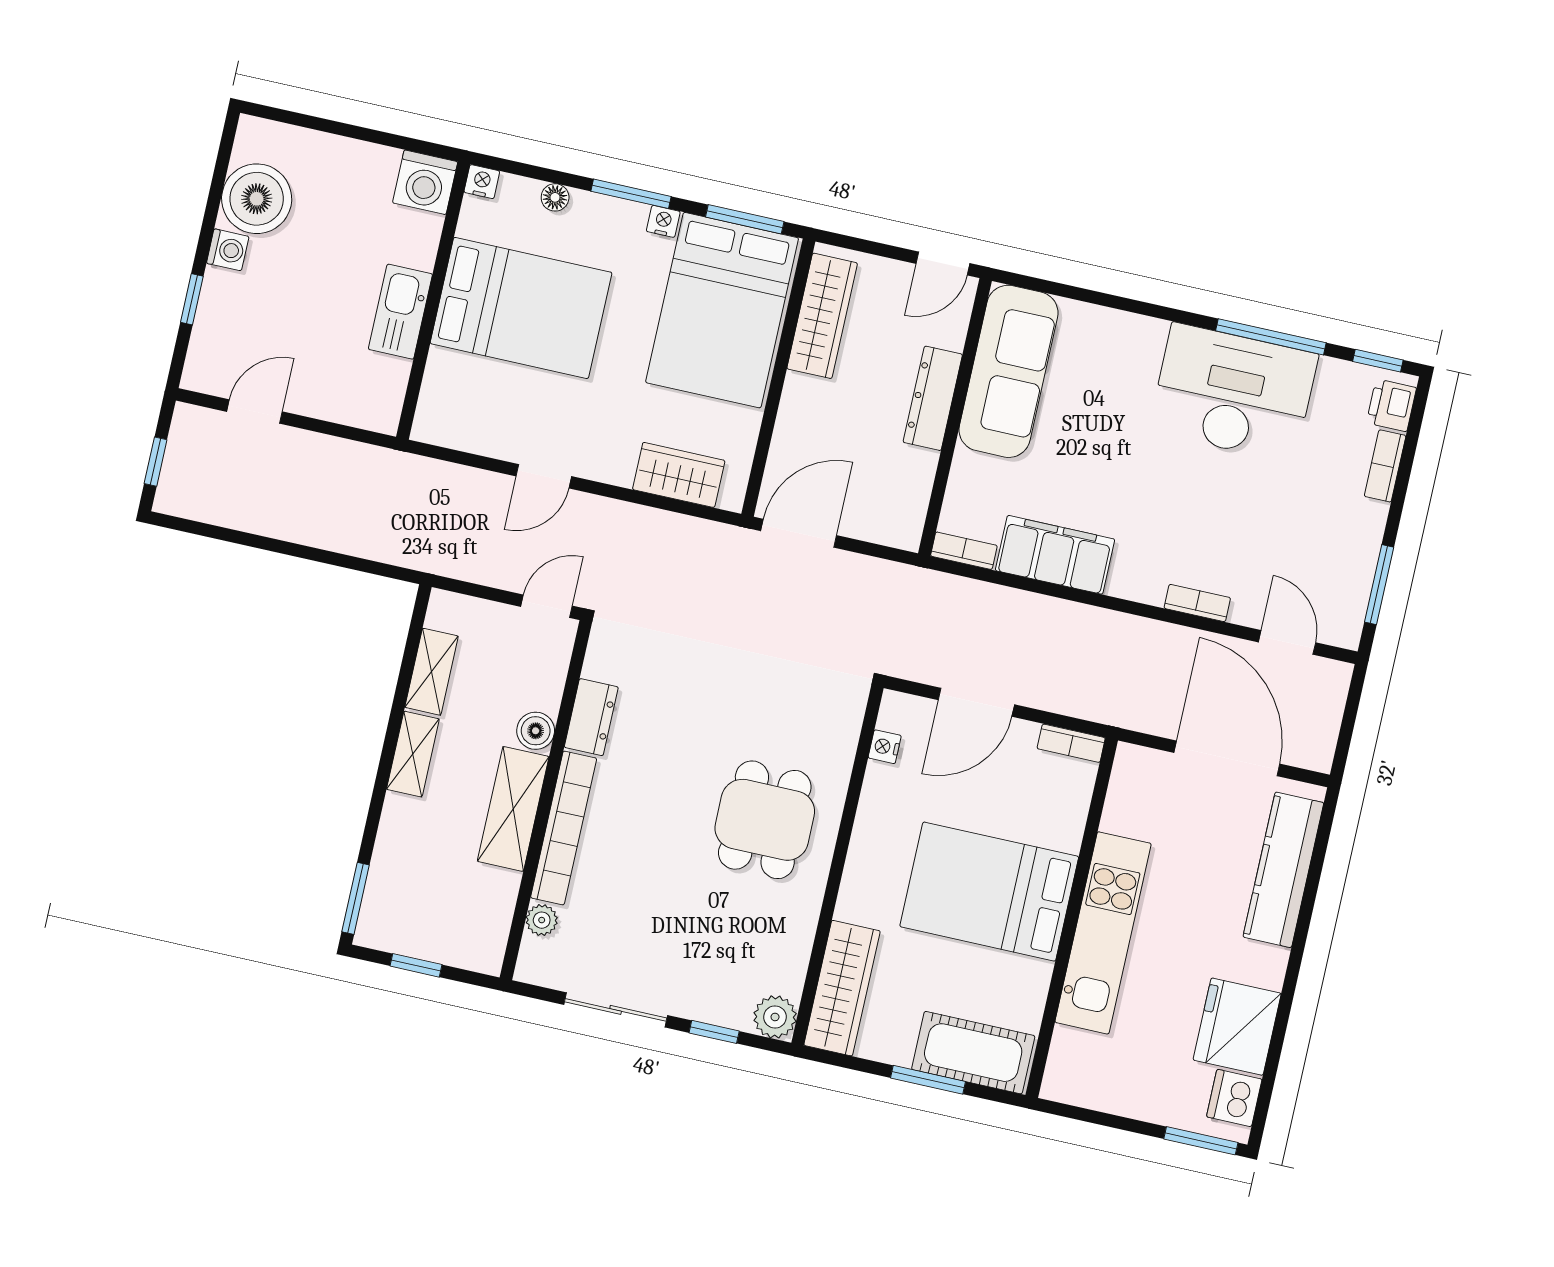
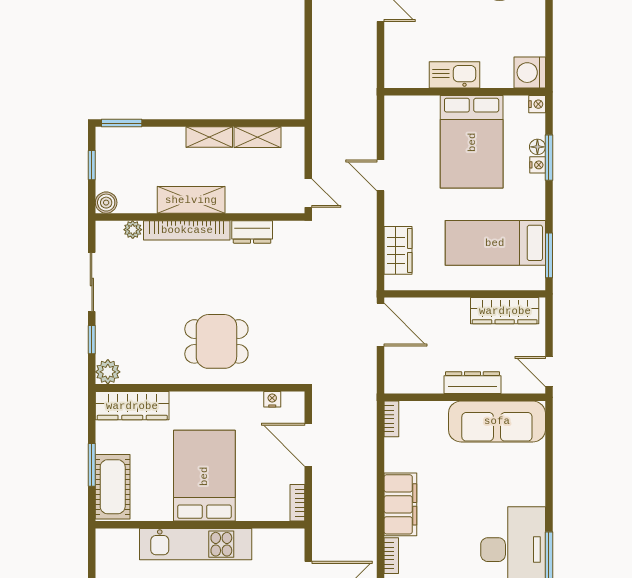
window: (631, 194) -> (549, 158), moved
nightstand: (663, 221) -> (538, 165), moved
bed: (722, 310) -> (495, 243), width x0.67
filing cabinet: (1055, 555) -> (400, 504), moved
boiler: (536, 731) -> (106, 203), moved

